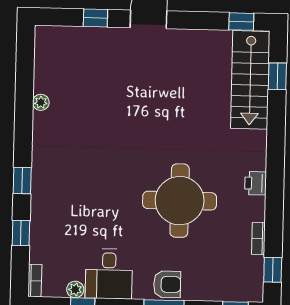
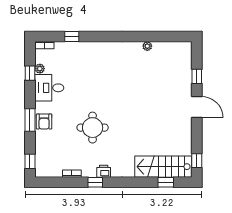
window: (22, 180) -> (102, 36), removed
round table: (180, 201) -> (93, 128), width x0.73, depth x0.73
window: (273, 270) -> (95, 182), moved

